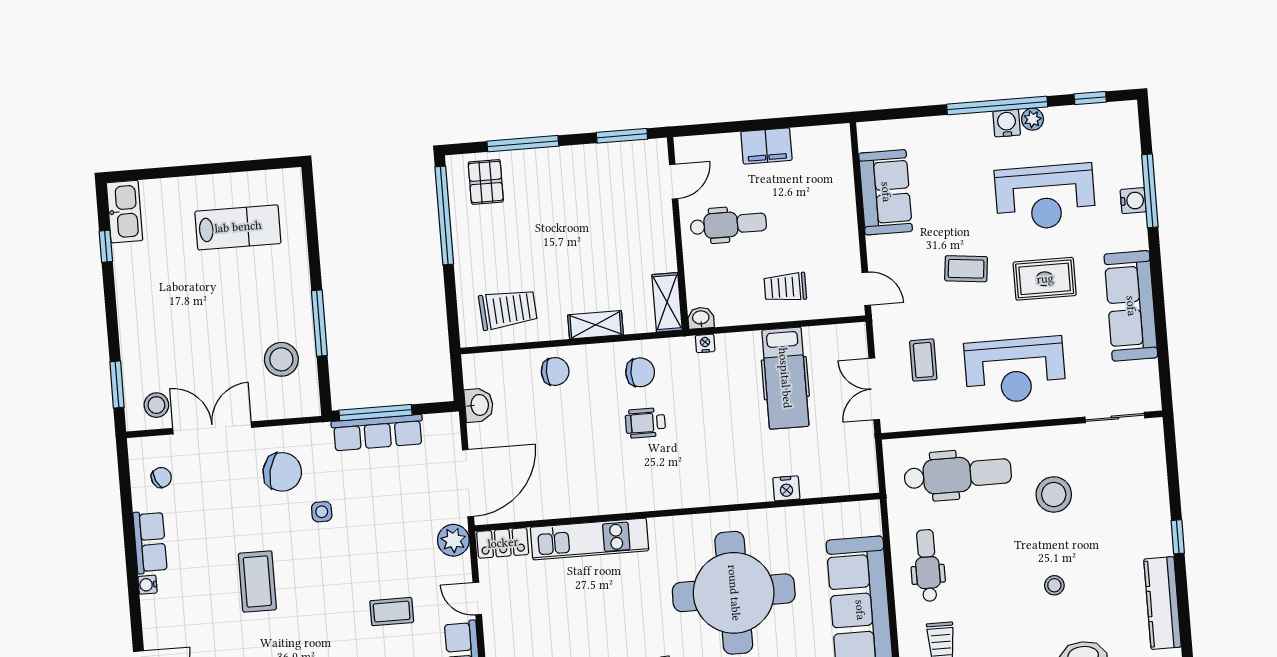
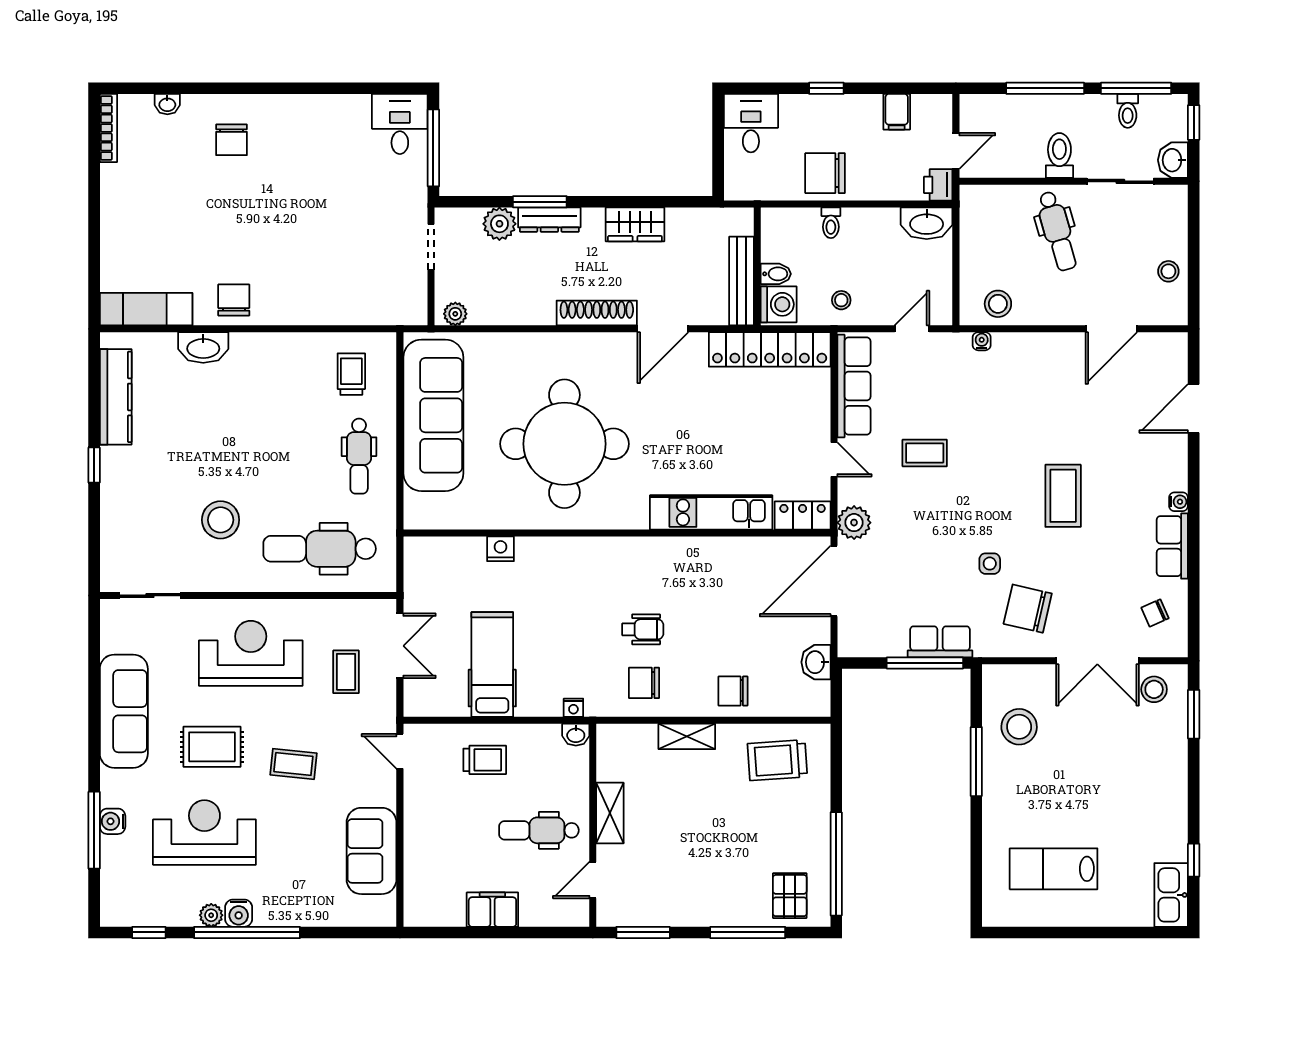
shelving: (667, 302) -> (610, 813), moved
row of seats: (378, 433) -> (940, 642), width x0.68
stool: (1054, 585) -> (228, 425), removed

